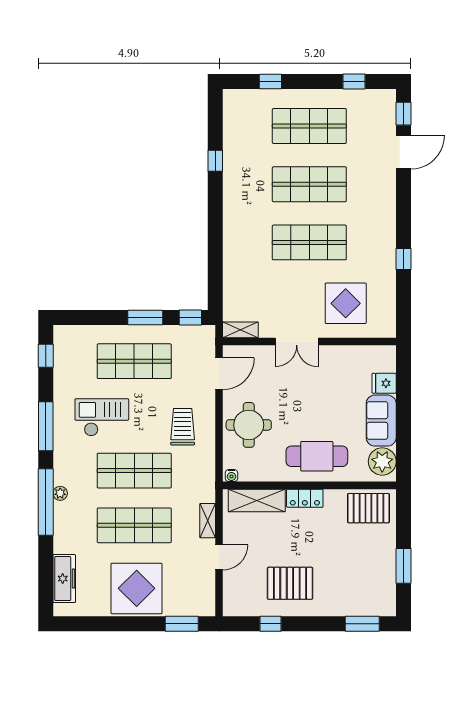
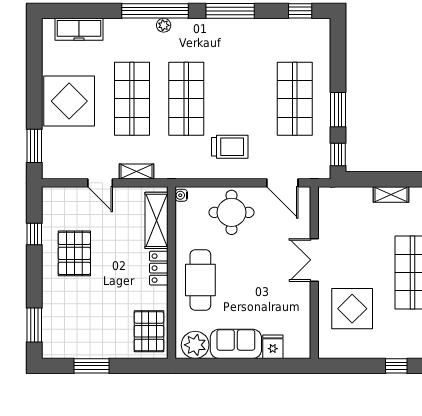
shelving: (240, 330) -> (391, 194), moved, turned 90
checkout: (102, 417) -> (239, 67), removed

